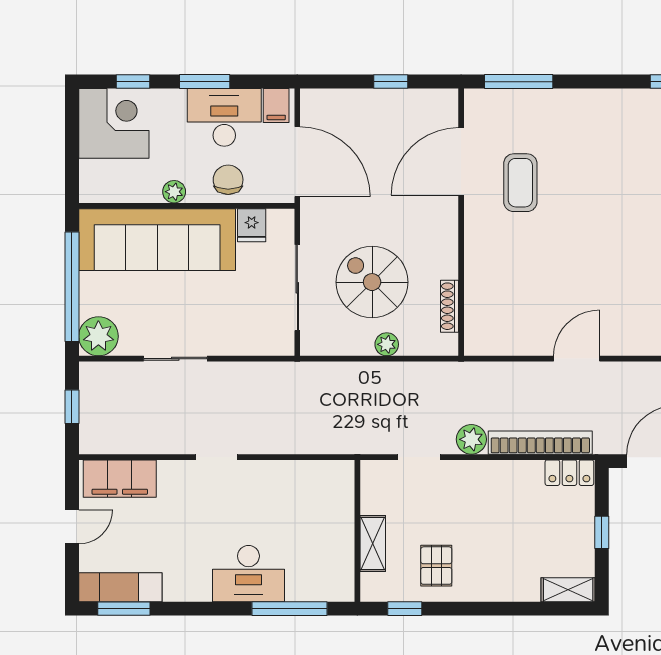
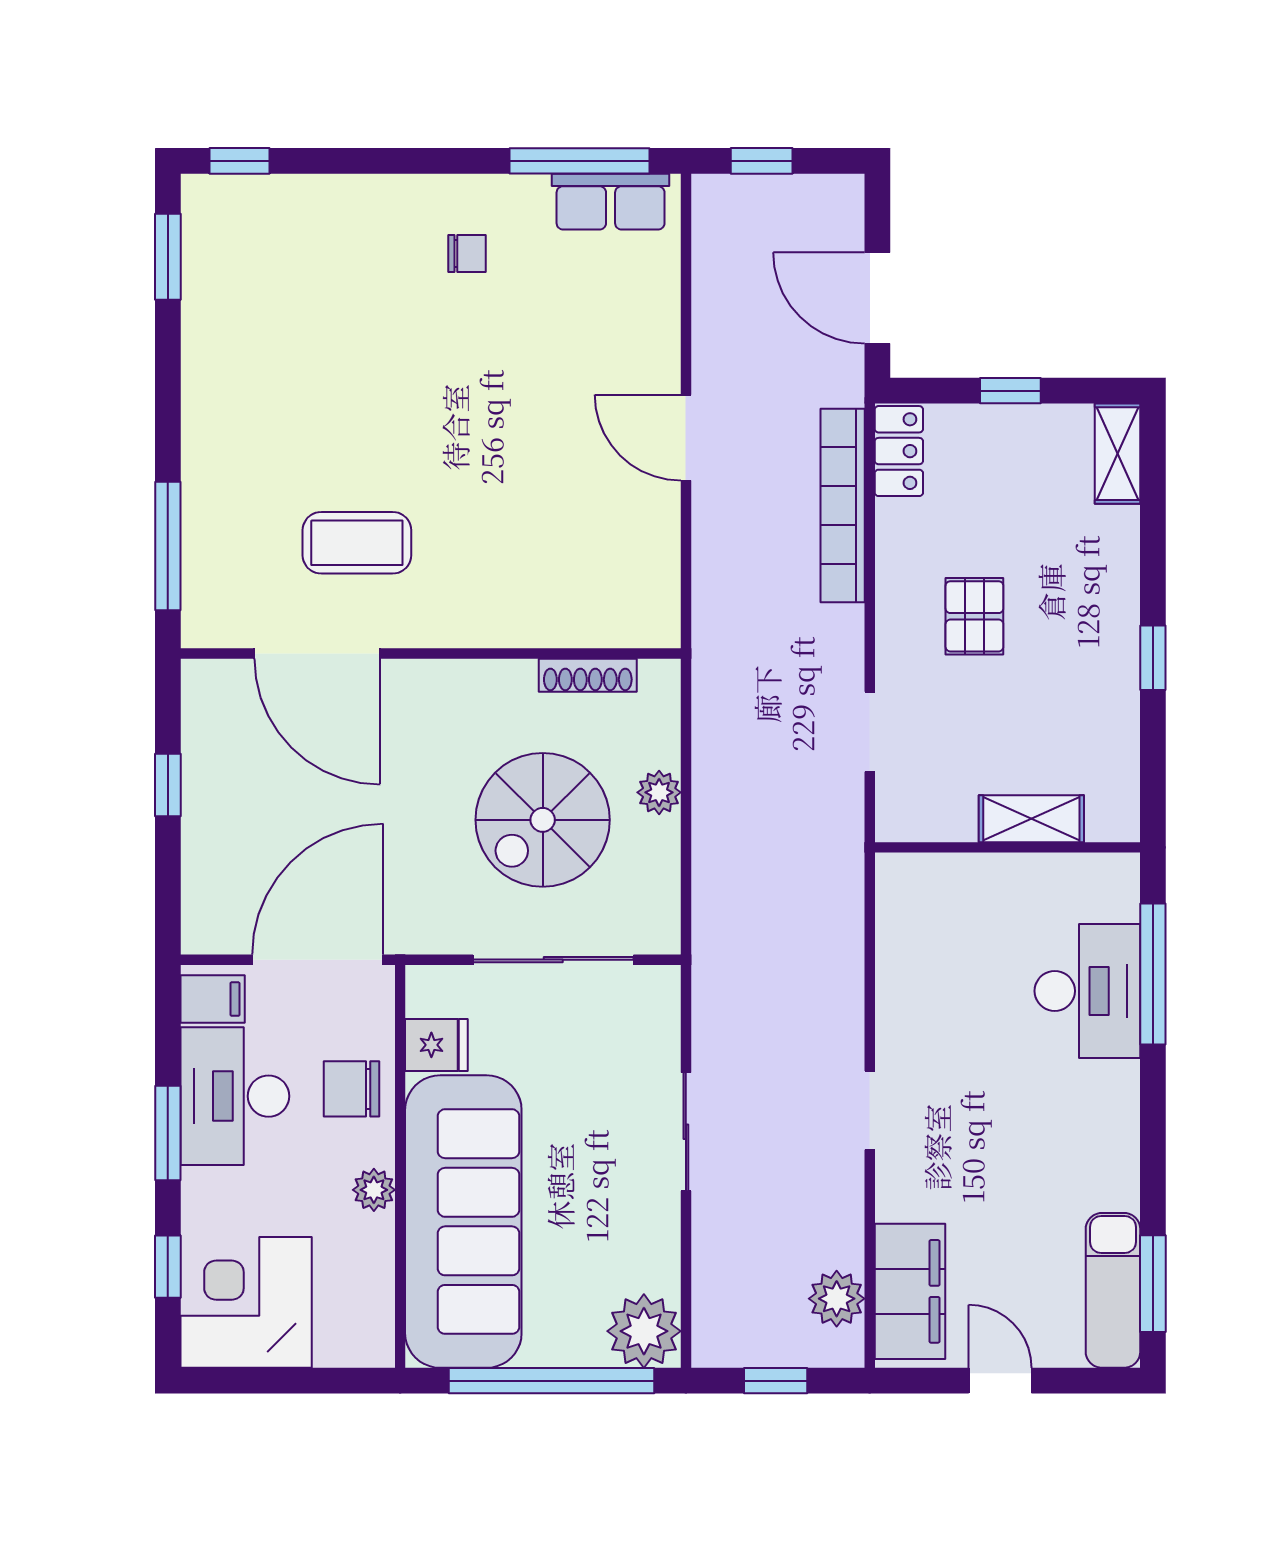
sliding door: (175, 359) -> (686, 1132), moved
plant: (471, 439) -> (837, 1299), moved
pallet: (436, 566) -> (974, 616), moved, turned 90
desk: (248, 574) -> (1087, 991), moved
window: (405, 609) -> (1153, 658), moved

